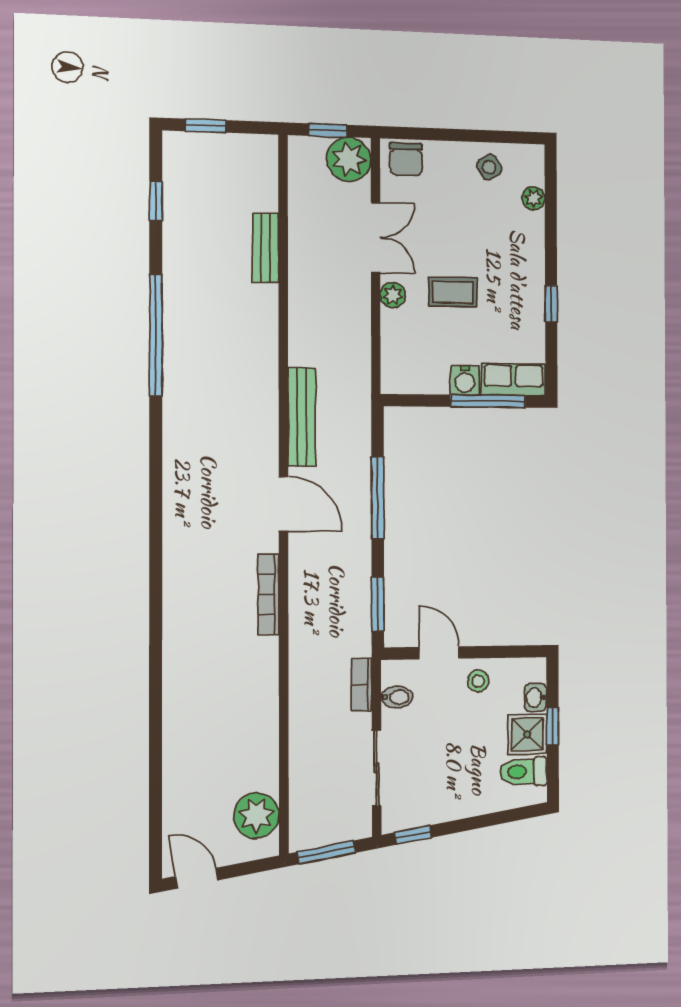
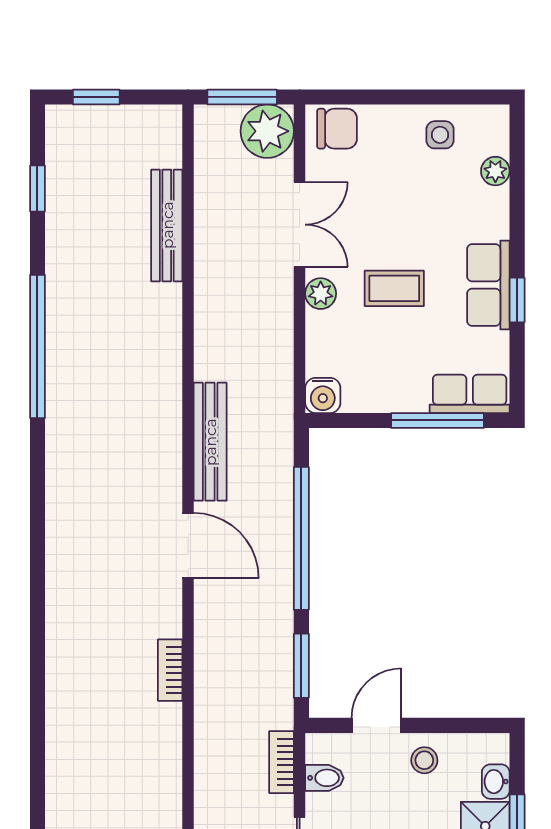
window: (328, 130) -> (242, 97), width x1.50
chair: (406, 159) -> (337, 129), turned -90
side table: (489, 167) -> (440, 135), turned 31
bench: (265, 248) -> (167, 225), width x1.36
row of seats: (528, 291) -> (488, 285), added
water cooler: (465, 380) -> (323, 395), moved
window: (378, 498) -> (301, 538), width x1.46
bookcase: (269, 594) -> (170, 670), width x0.64
door: (439, 653) -> (376, 725), hinge flipped

